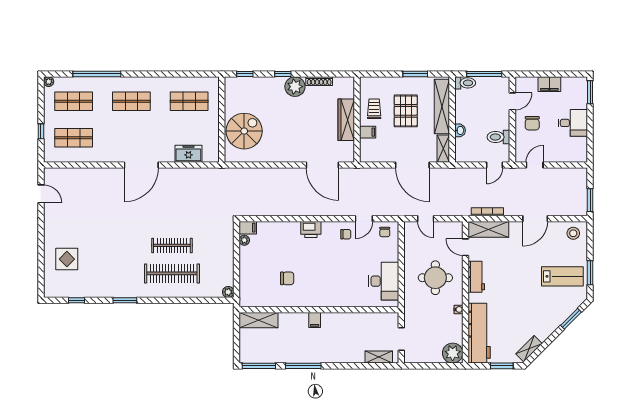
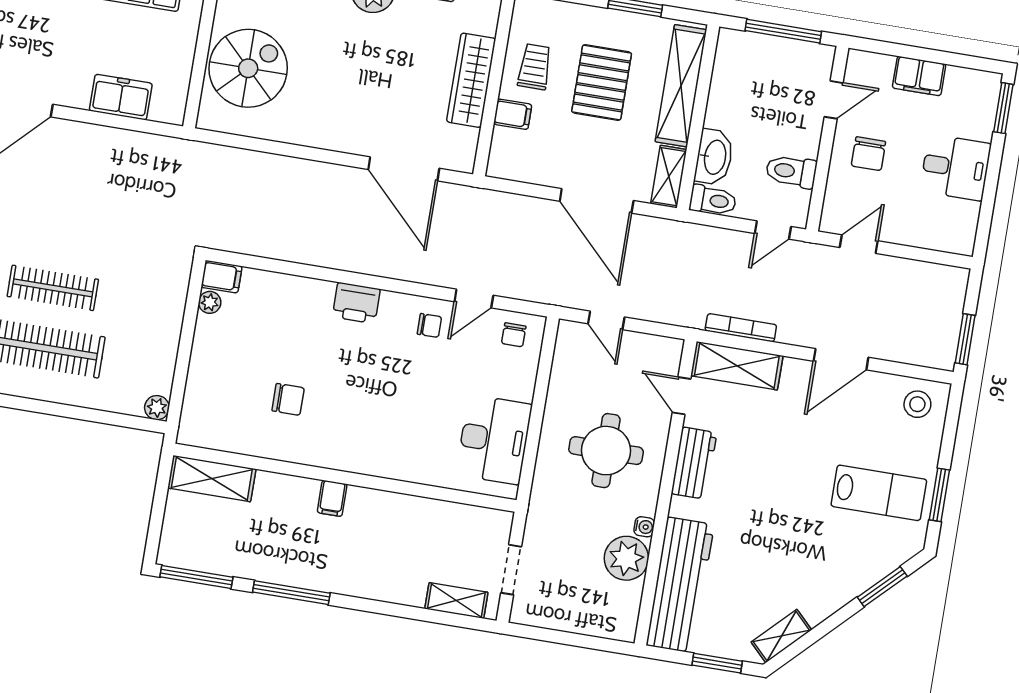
toilet: (465, 83) -> (713, 200), moved
washbasin: (460, 130) -> (714, 157), width x1.91, depth x1.45
plant: (453, 353) -> (626, 558), moved

